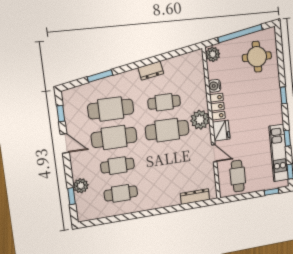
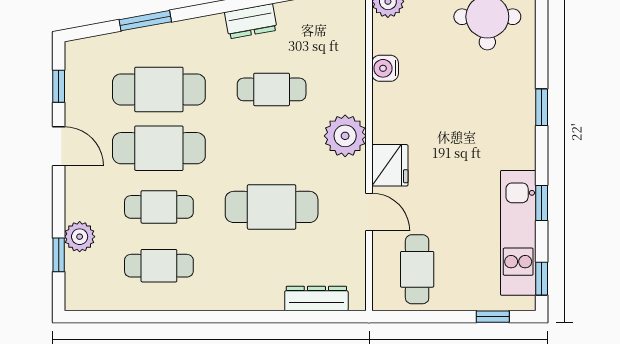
locker: (217, 107) -> (387, 113), removed
cafe table: (167, 130) -> (272, 207), moved

